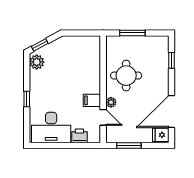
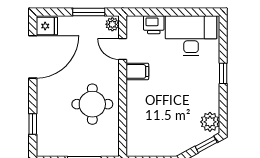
plant: (111, 102) -> (112, 24), moved

